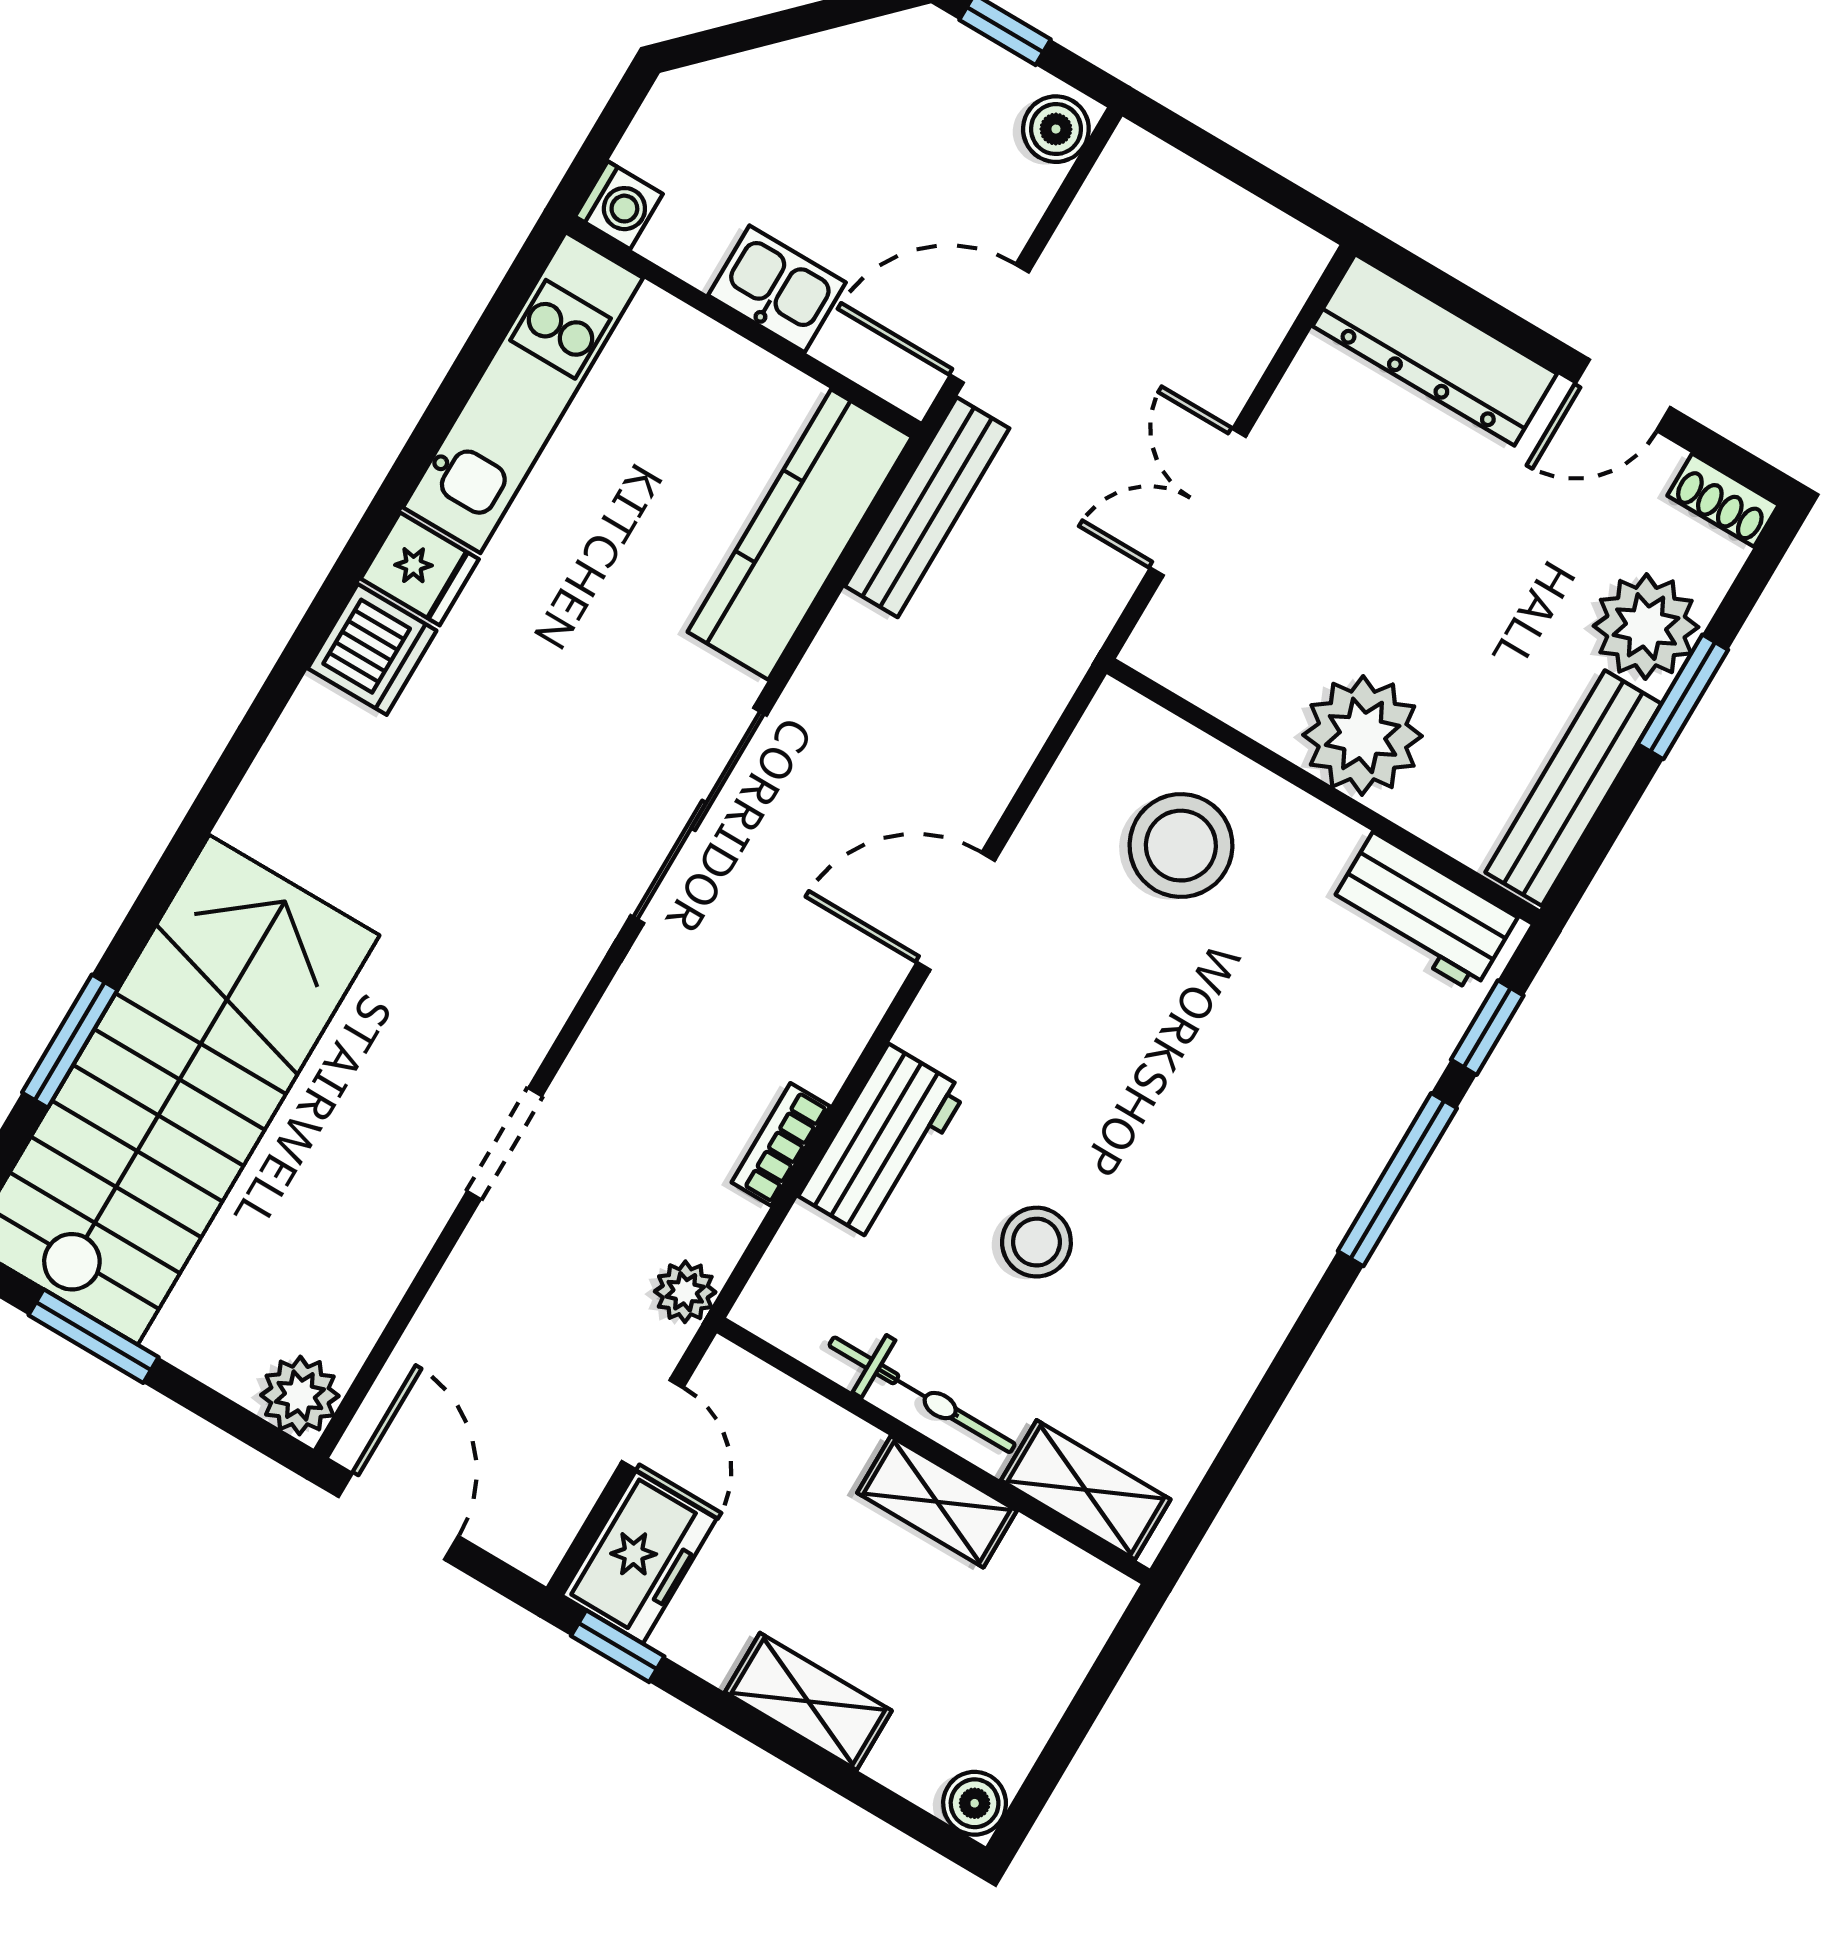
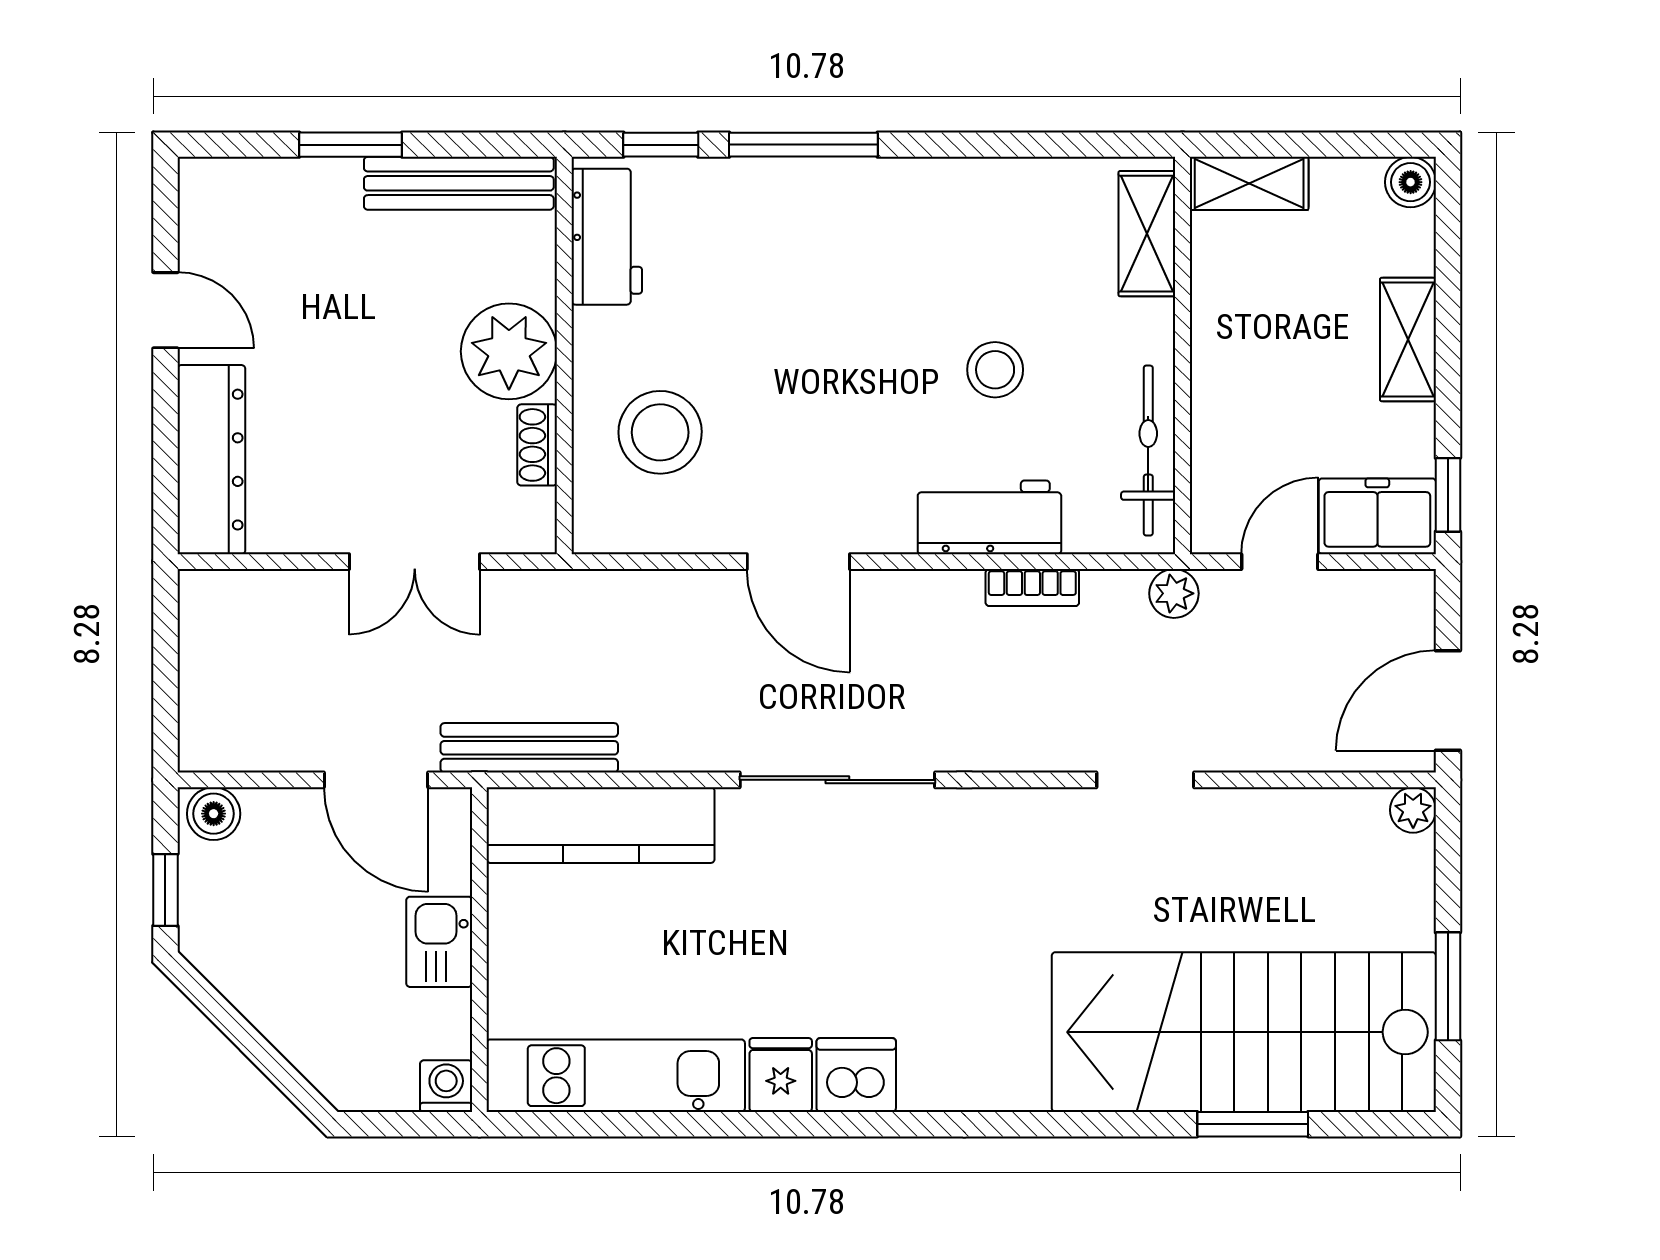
shoe rack: (1723, 500) -> (537, 445), moved, turned 180
plant: (1646, 627) -> (317, 199), removed
bicycle: (922, 1395) -> (1148, 451), moved
plant: (300, 1396) -> (1413, 810), width x0.73, depth x0.73
shelving: (937, 1502) -> (1249, 183), moved, turned 90

